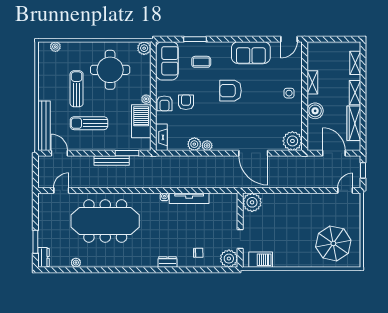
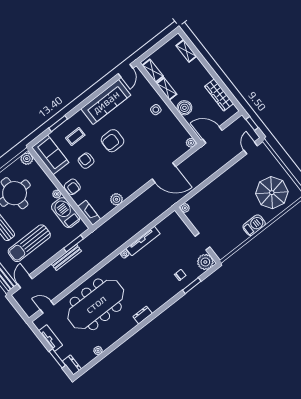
sofa: (251, 53) -> (106, 102), width x1.36
shelving: (355, 93) -> (153, 71), moved
armchair: (186, 102) -> (86, 161), moved
sun lounger: (89, 123) -> (29, 243), width x1.36, depth x1.34
plant: (292, 141) -> (191, 143), width x0.53, depth x0.53
plant: (207, 146) -> (126, 193), removed
door: (59, 153) -> (25, 281), hinge flipped
door: (334, 153) -> (212, 135), moved
door: (61, 190) -> (47, 307), hinge flipped
plant: (252, 202) -> (185, 208), width x0.53, depth x0.53
tv unit: (43, 220) -> (51, 338), added
barbecue: (261, 260) -> (254, 225), moved
dresser: (168, 262) -> (143, 315), moved
window: (201, 270) -> (192, 286), added

